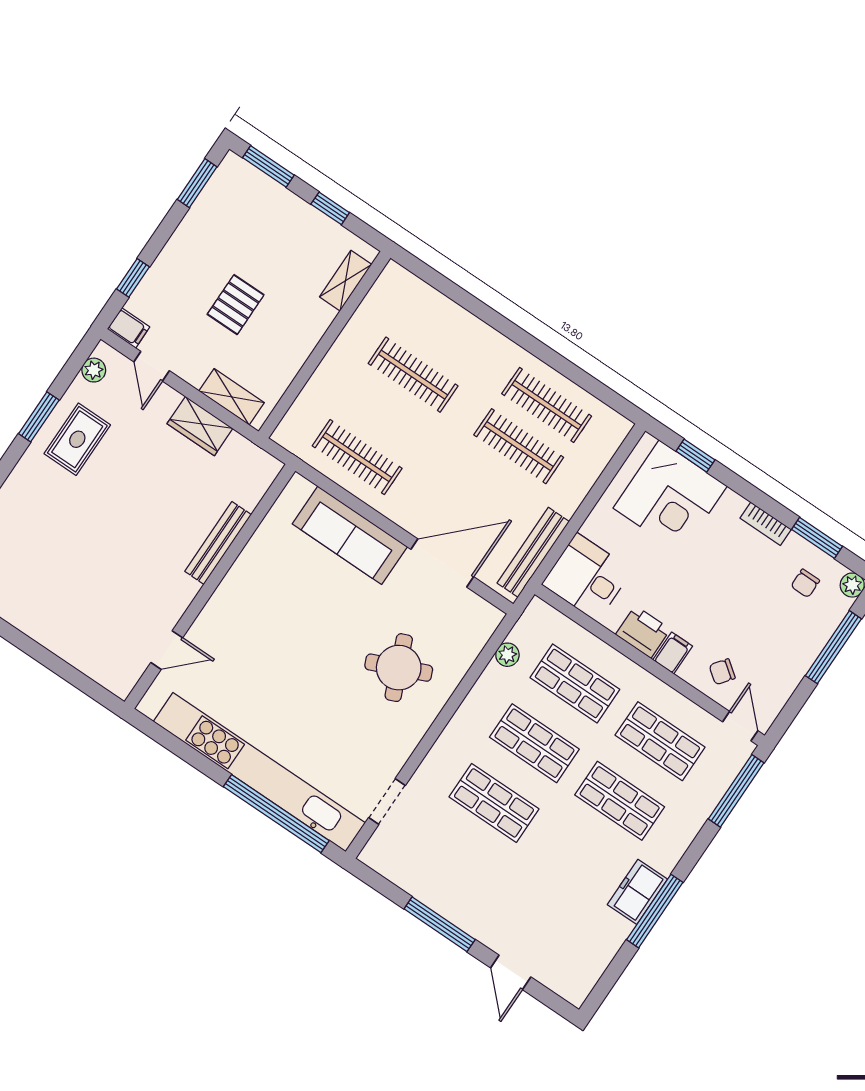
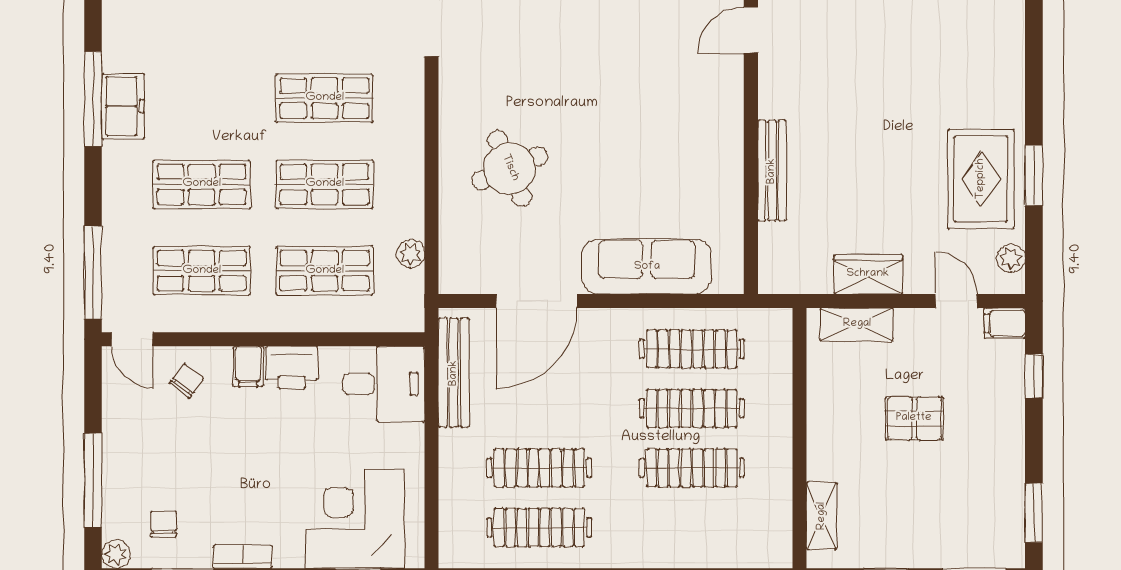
pallet: (236, 305) -> (914, 418), turned 90
clothes rail: (385, 416) -> (692, 408), added
rug: (77, 439) -> (981, 179), width x1.36, depth x1.43

